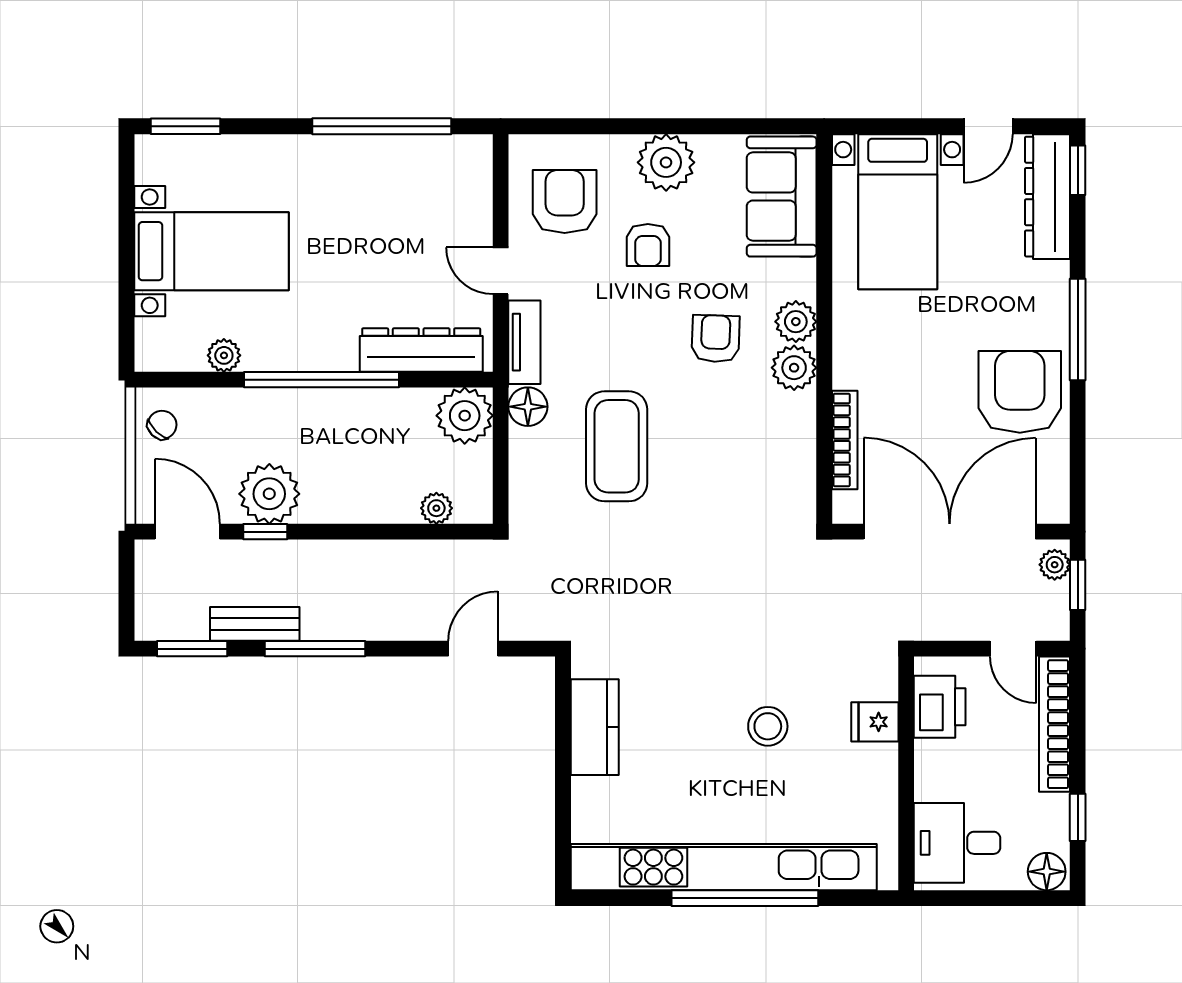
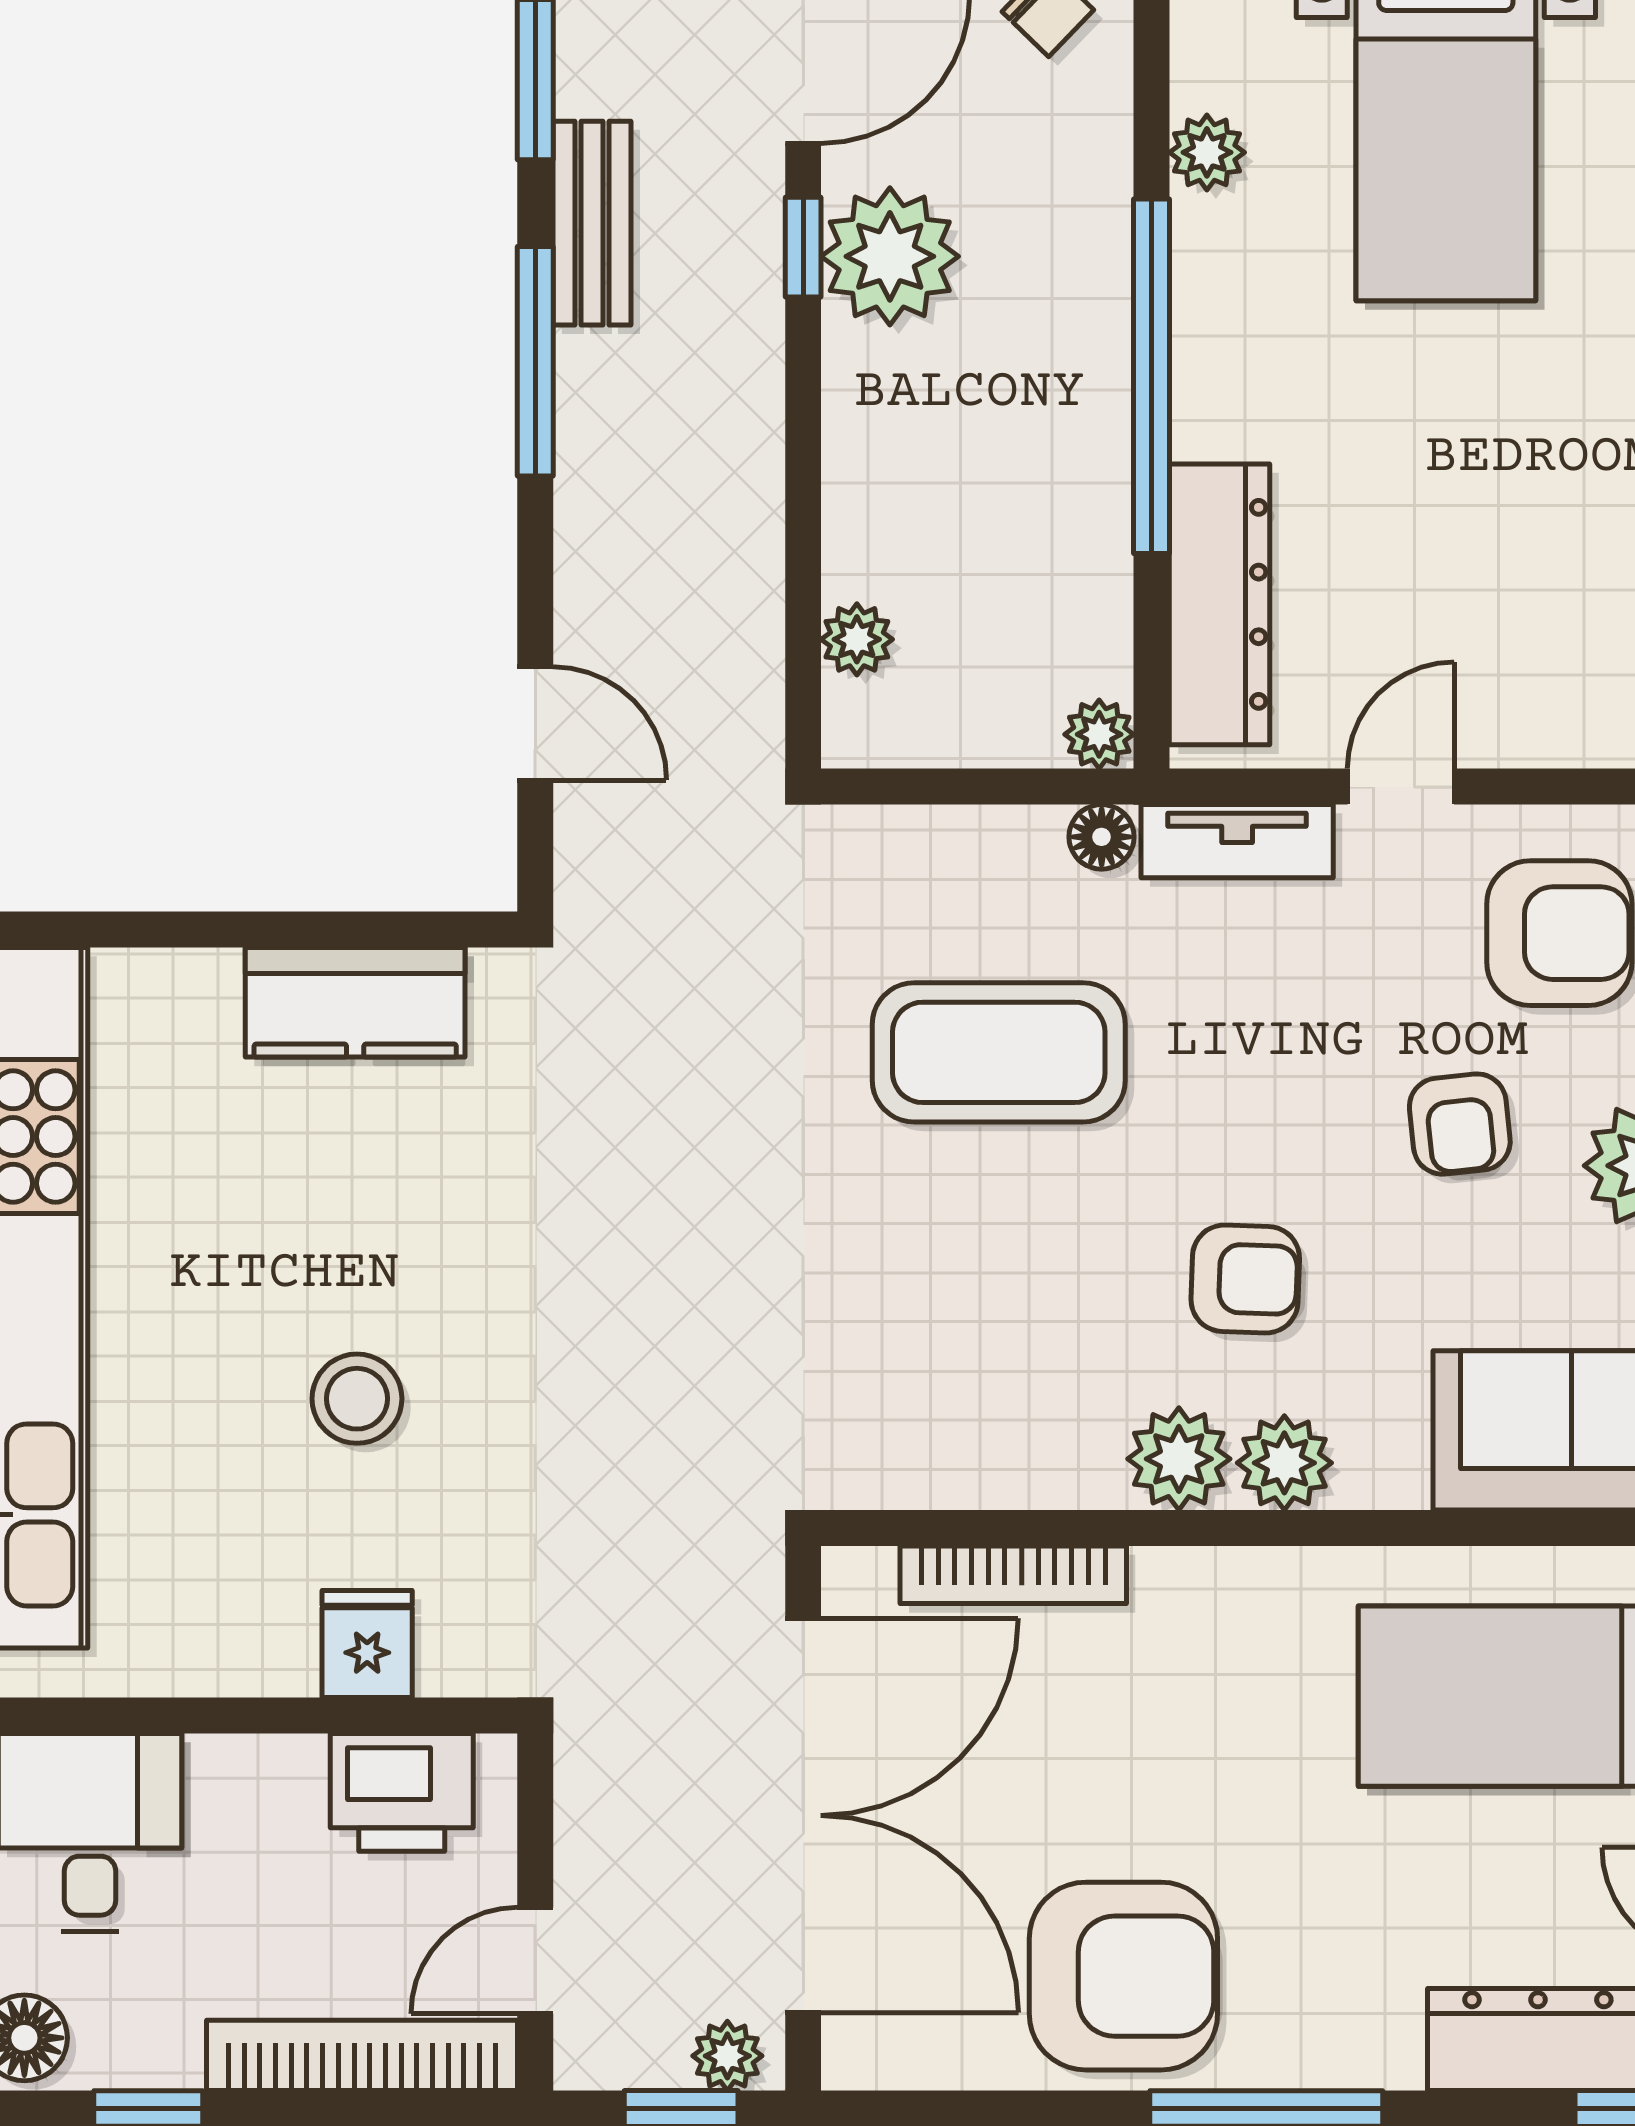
armchair: (648, 245) -> (1460, 1124), turned -96
floor lamp: (528, 407) -> (1102, 837), width x0.73, depth x0.73
plant: (465, 416) -> (1099, 734), width x0.53, depth x0.53

